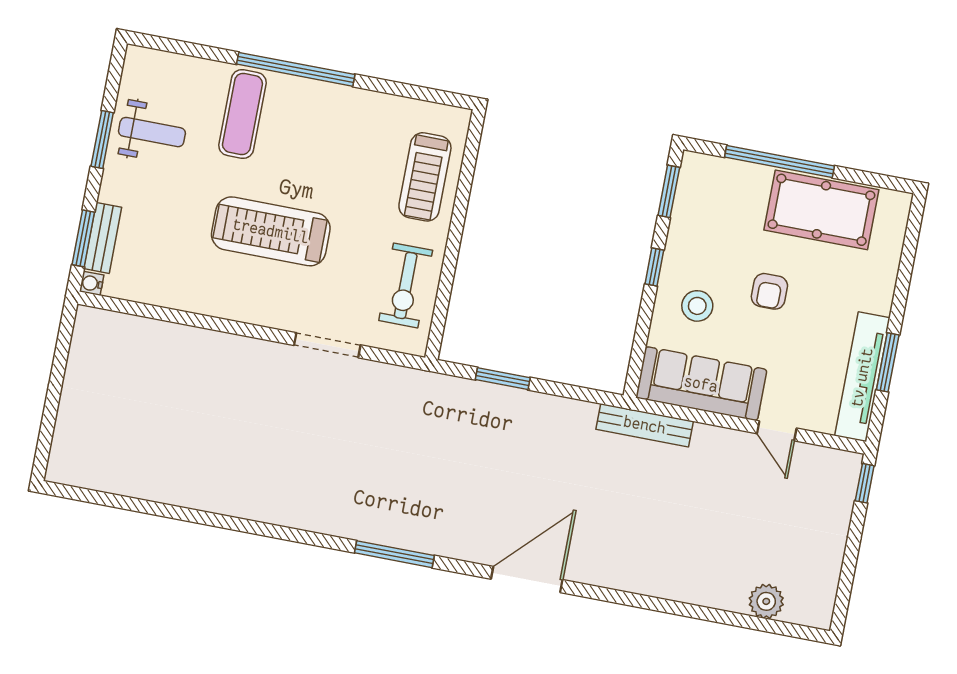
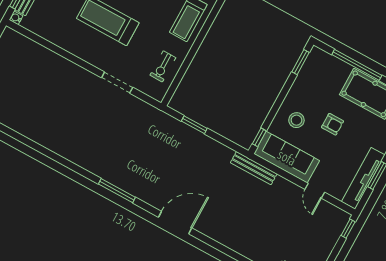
window: (654, 267) -> (259, 137), moved
exercise bike: (406, 285) -> (163, 66), width x0.73, depth x0.72
armchair: (769, 291) -> (333, 124), turned -90

